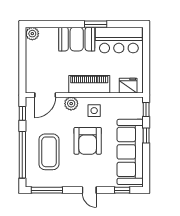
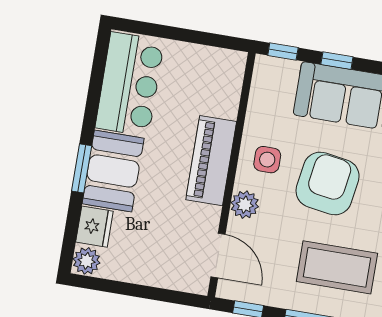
window: (96, 24) -> (82, 168), moved
fridge: (128, 86) -> (94, 227), moved, turned 180
armchair: (88, 141) -> (328, 183), turned -81

